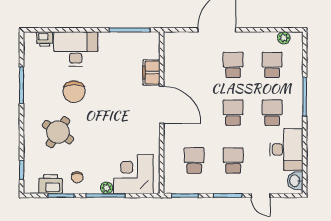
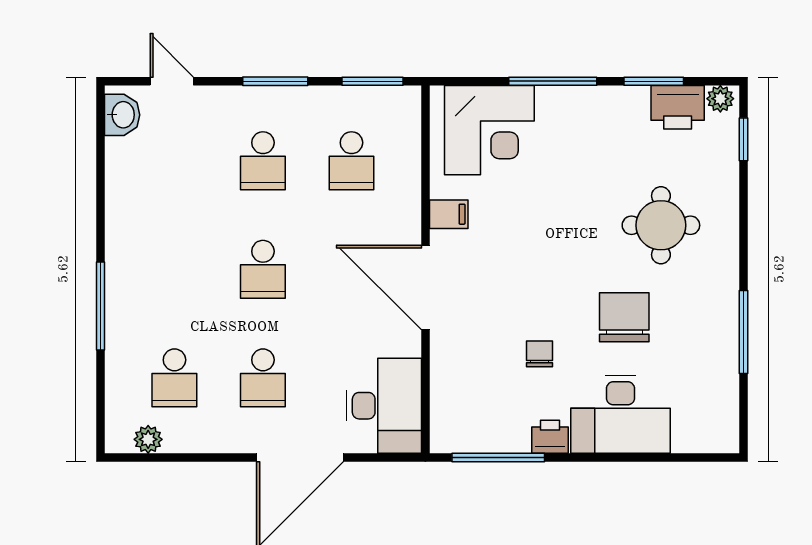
printer: (45, 39) -> (550, 437), moved
filing cabinet: (151, 72) -> (449, 214), moved, width x0.50
school desk: (272, 113) -> (174, 269), removed
round table: (58, 132) -> (661, 225), turned -33
desk: (286, 149) -> (384, 406), moved, turned 180
chair: (77, 177) -> (540, 354), moved
plant: (107, 188) -> (720, 99), moved
door: (261, 196) -> (172, 81), moved

